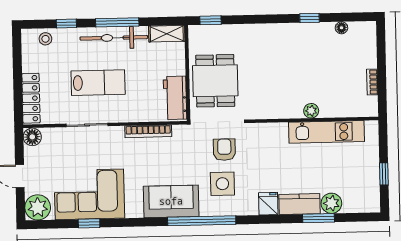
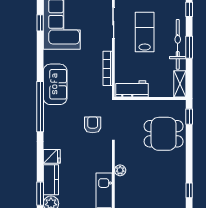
window: (117, 22) -> (189, 47), width x0.69
dining table: (215, 81) -> (164, 134), moved
lab bench: (98, 83) -> (145, 32), turned 180
plant: (311, 111) -> (120, 170), moved
armchair: (224, 150) -> (93, 125), turned -90
side table: (222, 184) -> (67, 123), removed

